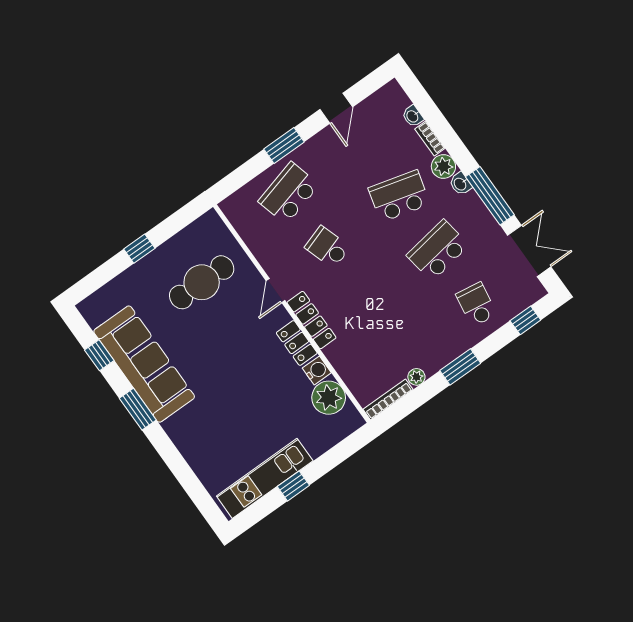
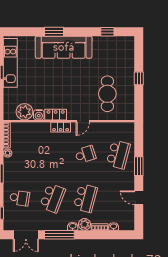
school desk: (289, 193) -> (118, 154), turned 30
school desk: (438, 250) -> (52, 198), turned 30
door: (276, 291) -> (83, 121), swing flipped
locker: (312, 320) -> (61, 127), width x0.66
sofa: (144, 364) -> (64, 47), moved
window: (138, 409) -> (54, 32), moved

